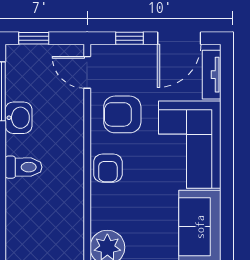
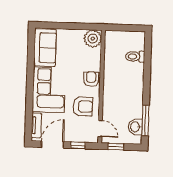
window: (34, 38) -> (116, 147), moved
washbasin: (19, 118) -> (135, 127), moved
toilet: (24, 167) -> (135, 57), moved

